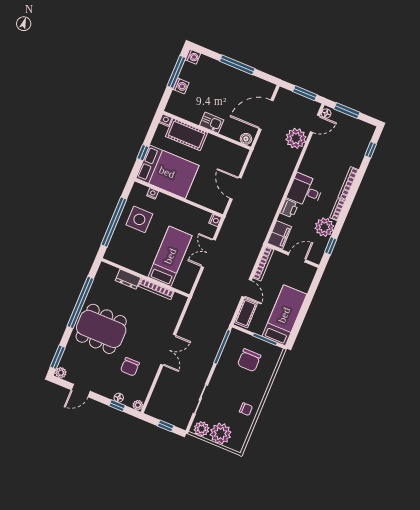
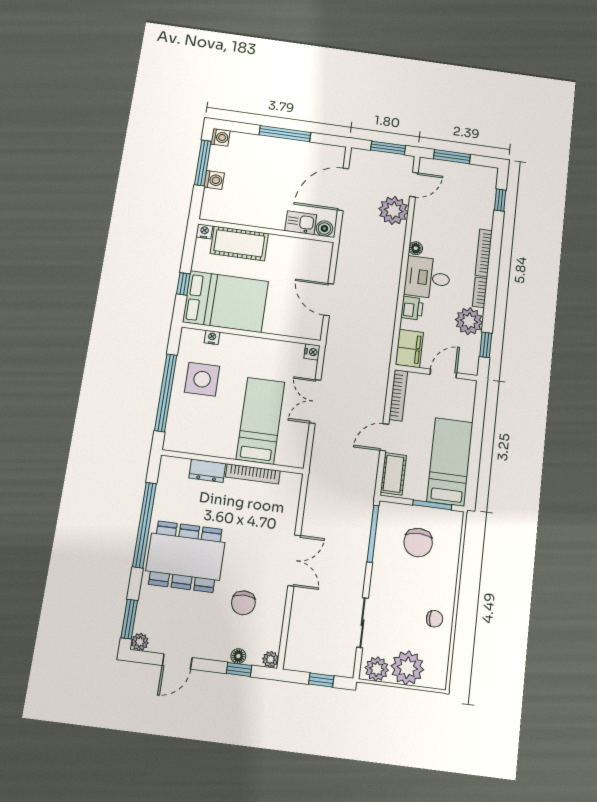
floor lamp: (326, 113) -> (416, 248), moved
kitchen sink: (212, 123) -> (301, 223), moved
door: (247, 288) -> (384, 437), swing flipped

